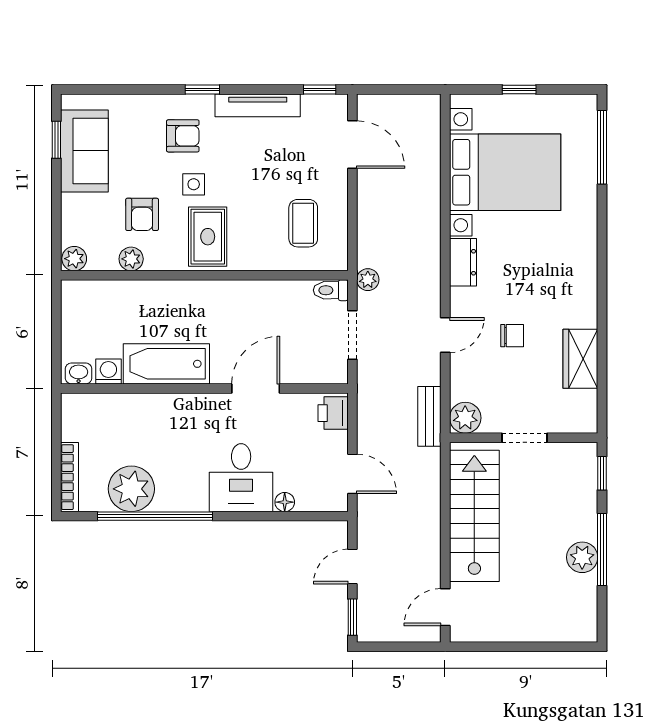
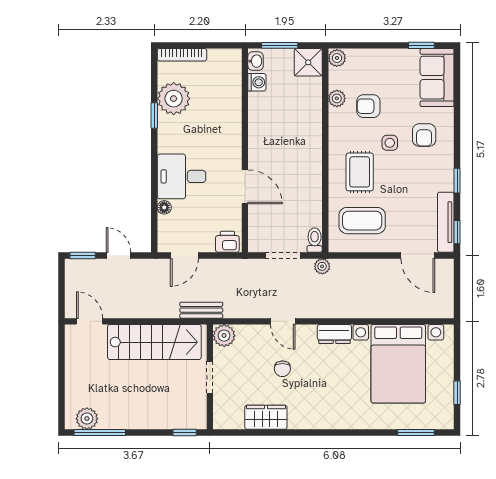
window: (202, 90) -> (457, 181), moved
window: (519, 90) -> (457, 393), moved
tv unit: (258, 105) -> (446, 222), moved
door: (352, 145) -> (418, 255), hinge flipped
window: (602, 147) -> (416, 433), width x0.69
sofa: (84, 151) -> (437, 78), moved, turned 90
coffee table: (303, 223) -> (362, 221), width x1.36, depth x1.30
rug: (208, 237) -> (360, 172), moved, turned 90
shower: (80, 299) -> (308, 62), added
window: (56, 339) -> (280, 45), added
bathtub: (166, 364) -> (262, 123), removed
bench: (429, 416) -> (201, 310), moved
window: (155, 516) -> (154, 115), width x0.32
window: (602, 550) -> (100, 433), moved
plant: (582, 557) -> (87, 419), moved

